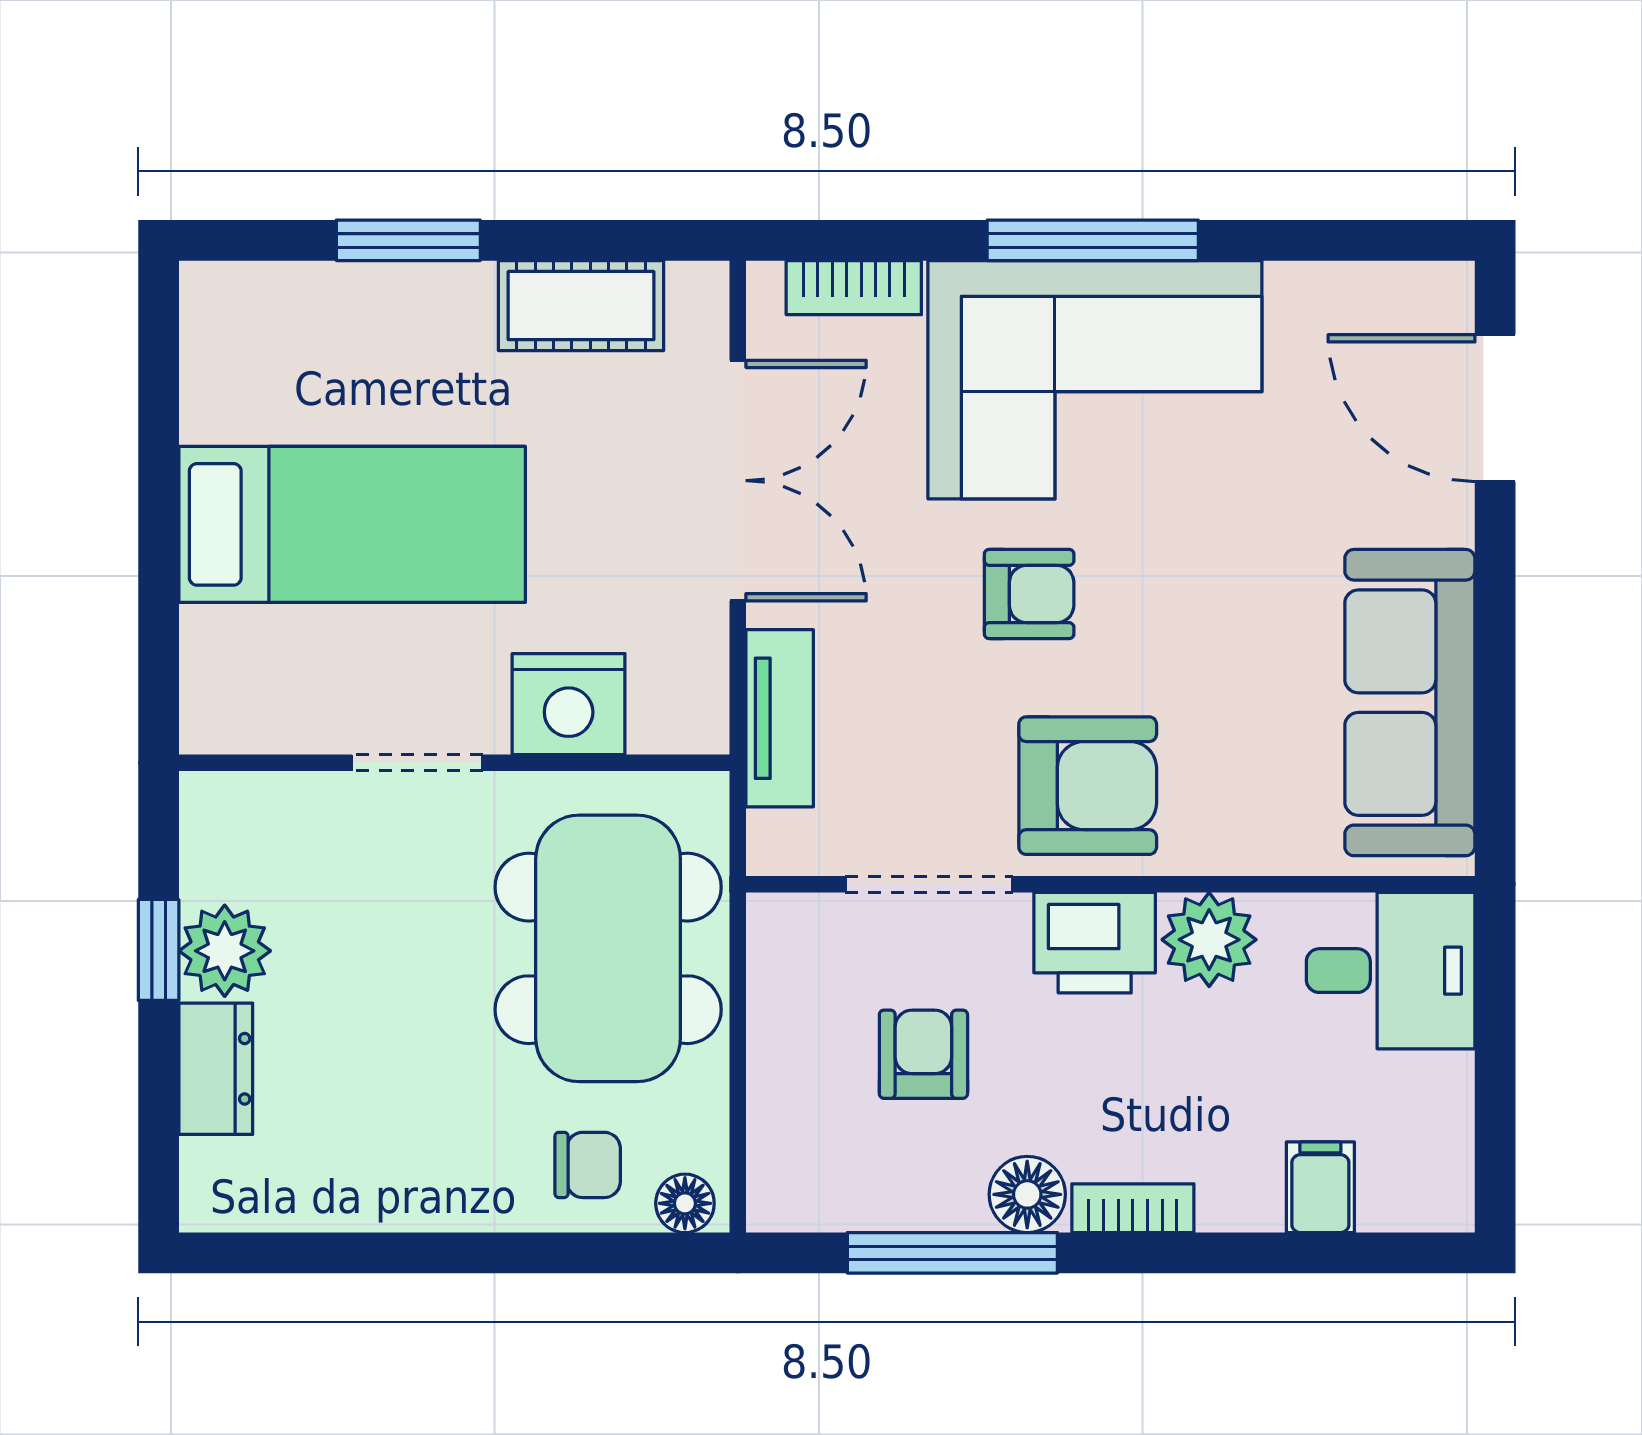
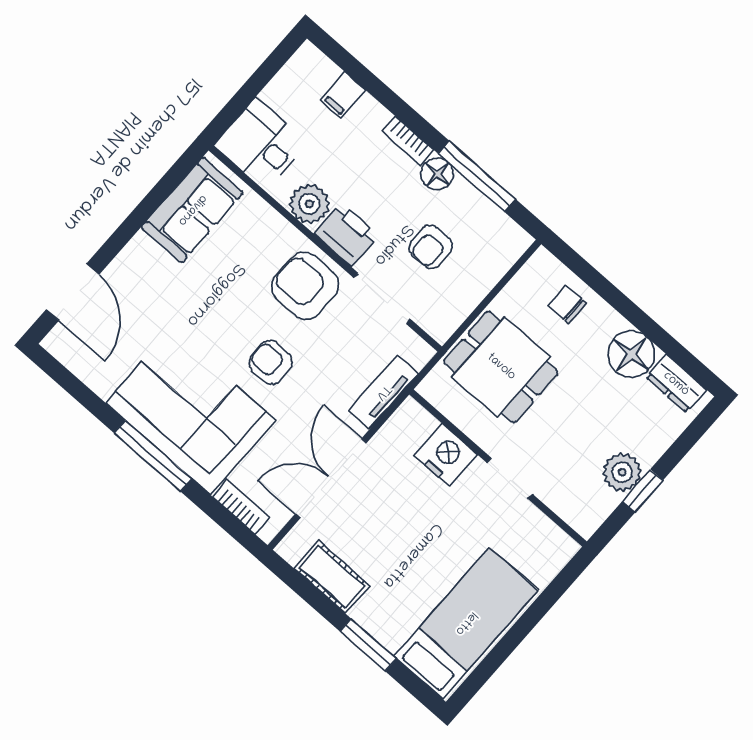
bed: (352, 524) -> (466, 623), moved, turned 90
sofa: (1410, 703) -> (192, 210), width x0.73
dining table: (608, 948) -> (501, 367), width x0.73
dresser: (216, 1069) -> (676, 384), moved, turned -90
floor lamp: (685, 1203) -> (631, 354), moved, width x1.89, depth x1.89

